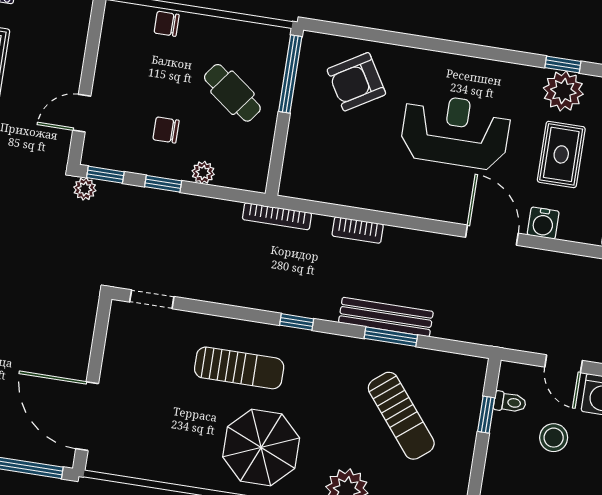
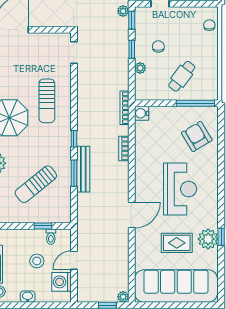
chair: (167, 24) -> (209, 25), moved
water cooler: (543, 223) -> (142, 113), moved
window: (297, 322) -> (74, 139), moved

